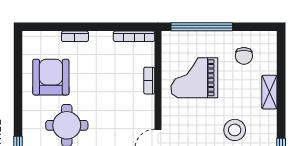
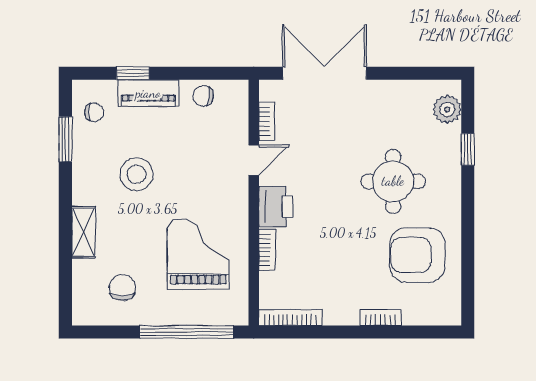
armchair: (51, 77) -> (417, 255), turned 90
grand piano: (194, 78) -> (198, 254), turned -90
printer: (144, 109) -> (276, 207), added

